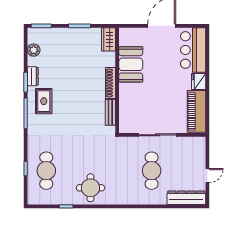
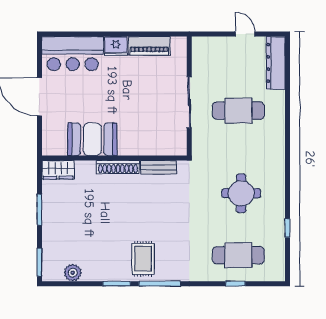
dresser: (33, 76) -> (109, 274), removed
rug: (44, 101) -> (143, 259), turned 90
piano: (197, 111) -> (149, 46), width x0.73, depth x0.75
round table: (90, 188) -> (241, 193), moved

